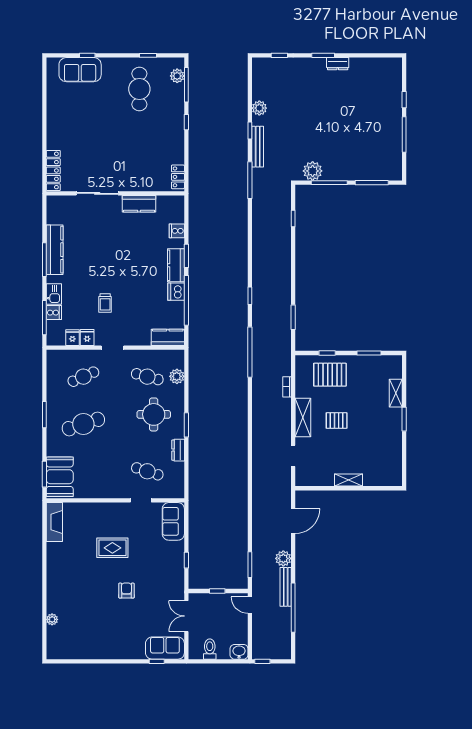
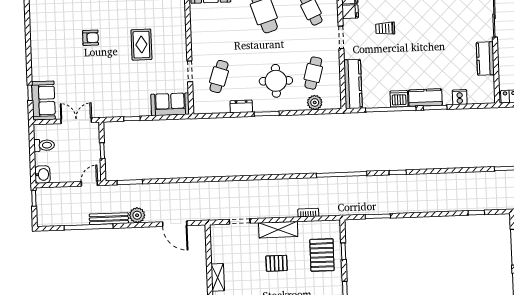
kitchen counter: (168, 337) -> (353, 84), width x1.50
pallet: (337, 420) -> (277, 263), turned 90
armchair: (126, 591) -> (91, 38), moved

